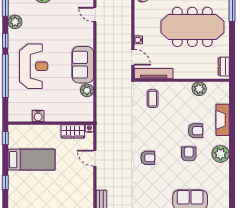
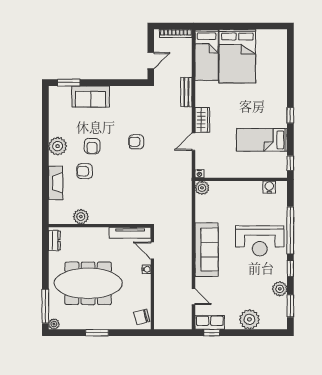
sofa: (83, 65) -> (207, 250), width x1.36
reception desk: (34, 66) -> (260, 241), turned -90
plant: (87, 90) -> (202, 188), moved
coffee table: (153, 99) -> (131, 206), removed
water cooler: (38, 116) -> (269, 187), moved
wardrobe: (73, 131) -> (202, 120), moved, turned 90
door: (95, 158) -> (194, 142), swing flipped

